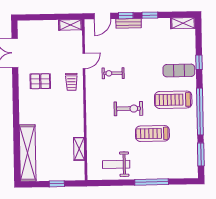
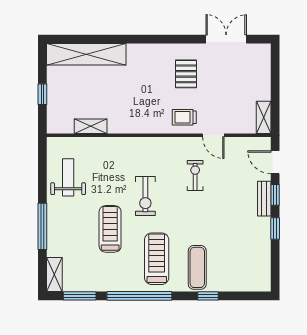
shelving: (183, 23) -> (54, 274), moved

